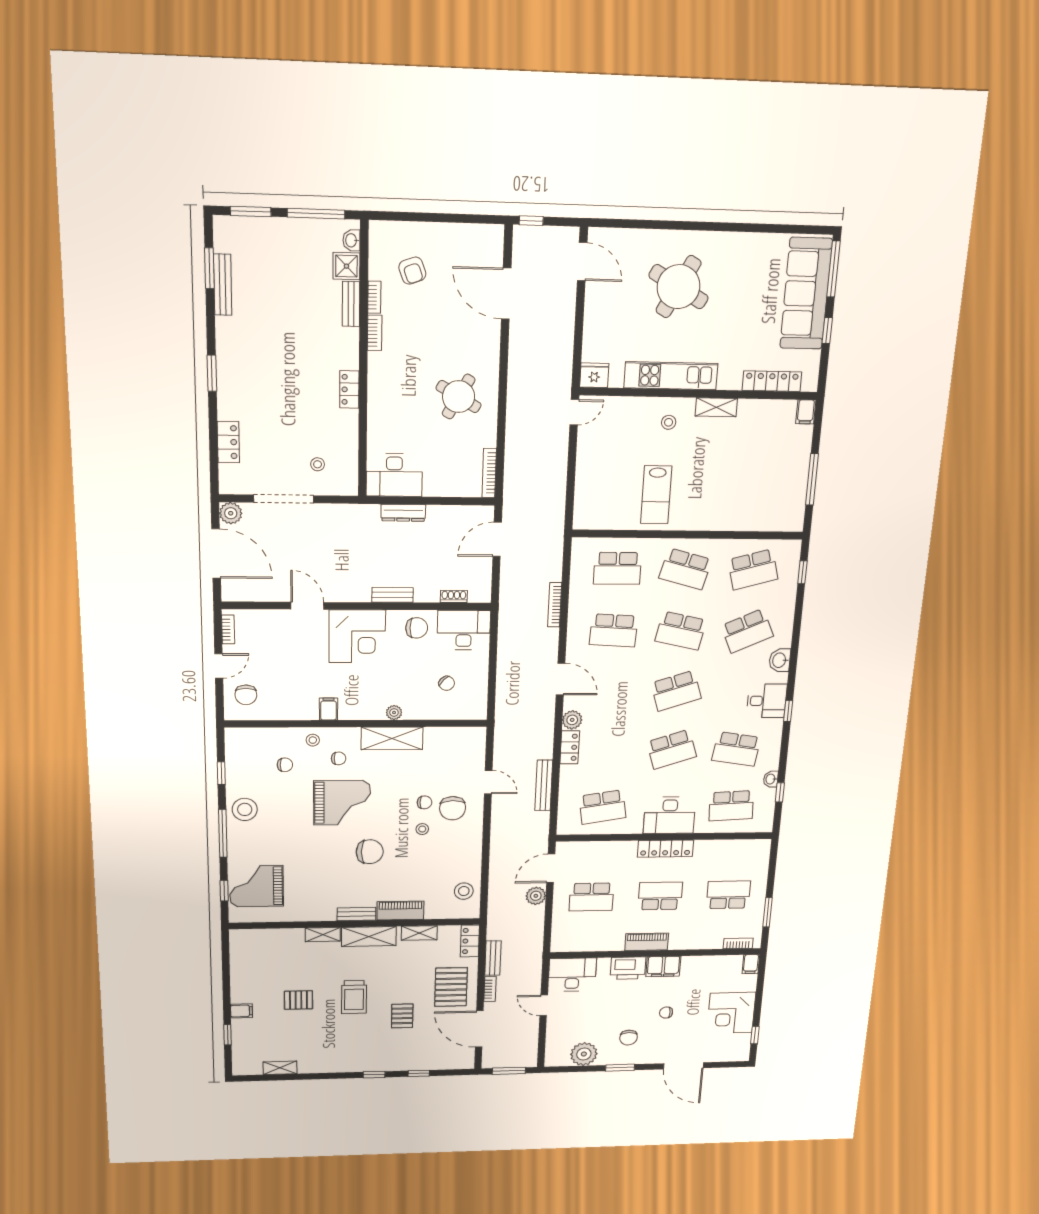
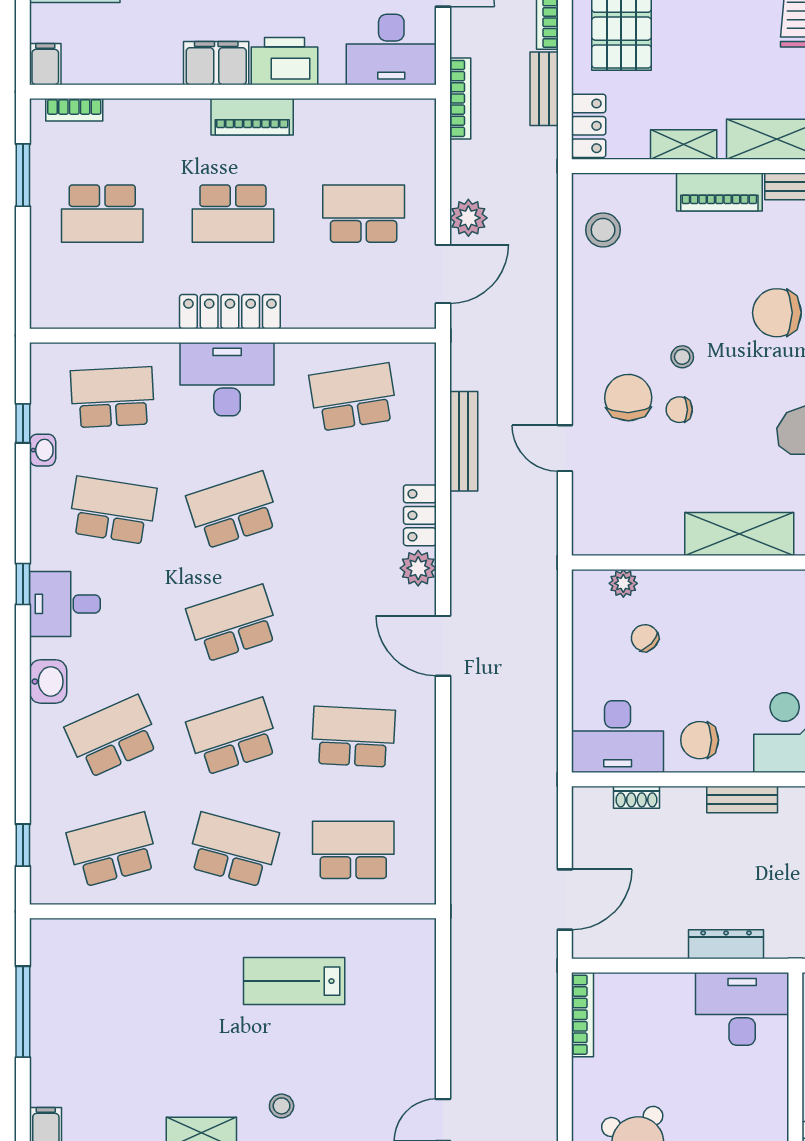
lab bench: (656, 495) -> (294, 981), turned -90
bookcase: (555, 605) -> (460, 98), moved
school desk: (681, 631) -> (233, 737), turned -30
plant: (394, 712) -> (623, 583), moved

